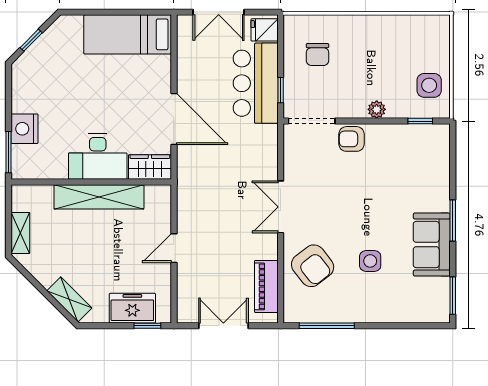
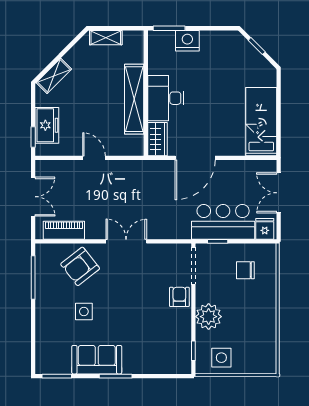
plant: (377, 109) -> (209, 317), width x1.87, depth x1.87

